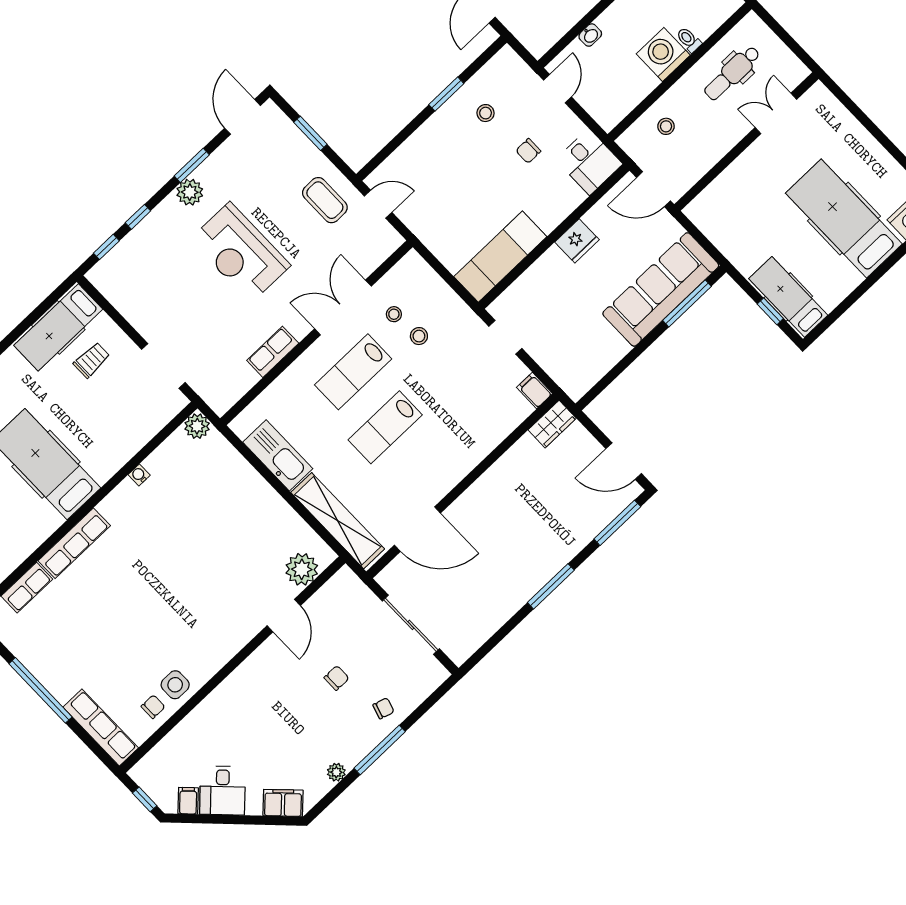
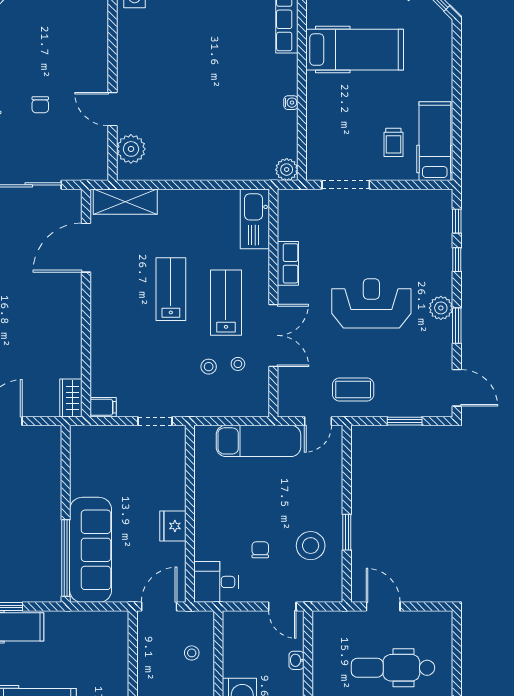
stool: (486, 113) -> (311, 546), width x1.89, depth x1.89
exam couch: (500, 257) -> (258, 441), moved, turned 90
window: (687, 303) -> (66, 558), width x1.46
kitchen sink: (278, 455) -> (255, 219), moved, turned 90
shelving: (338, 521) -> (125, 202), width x0.68

